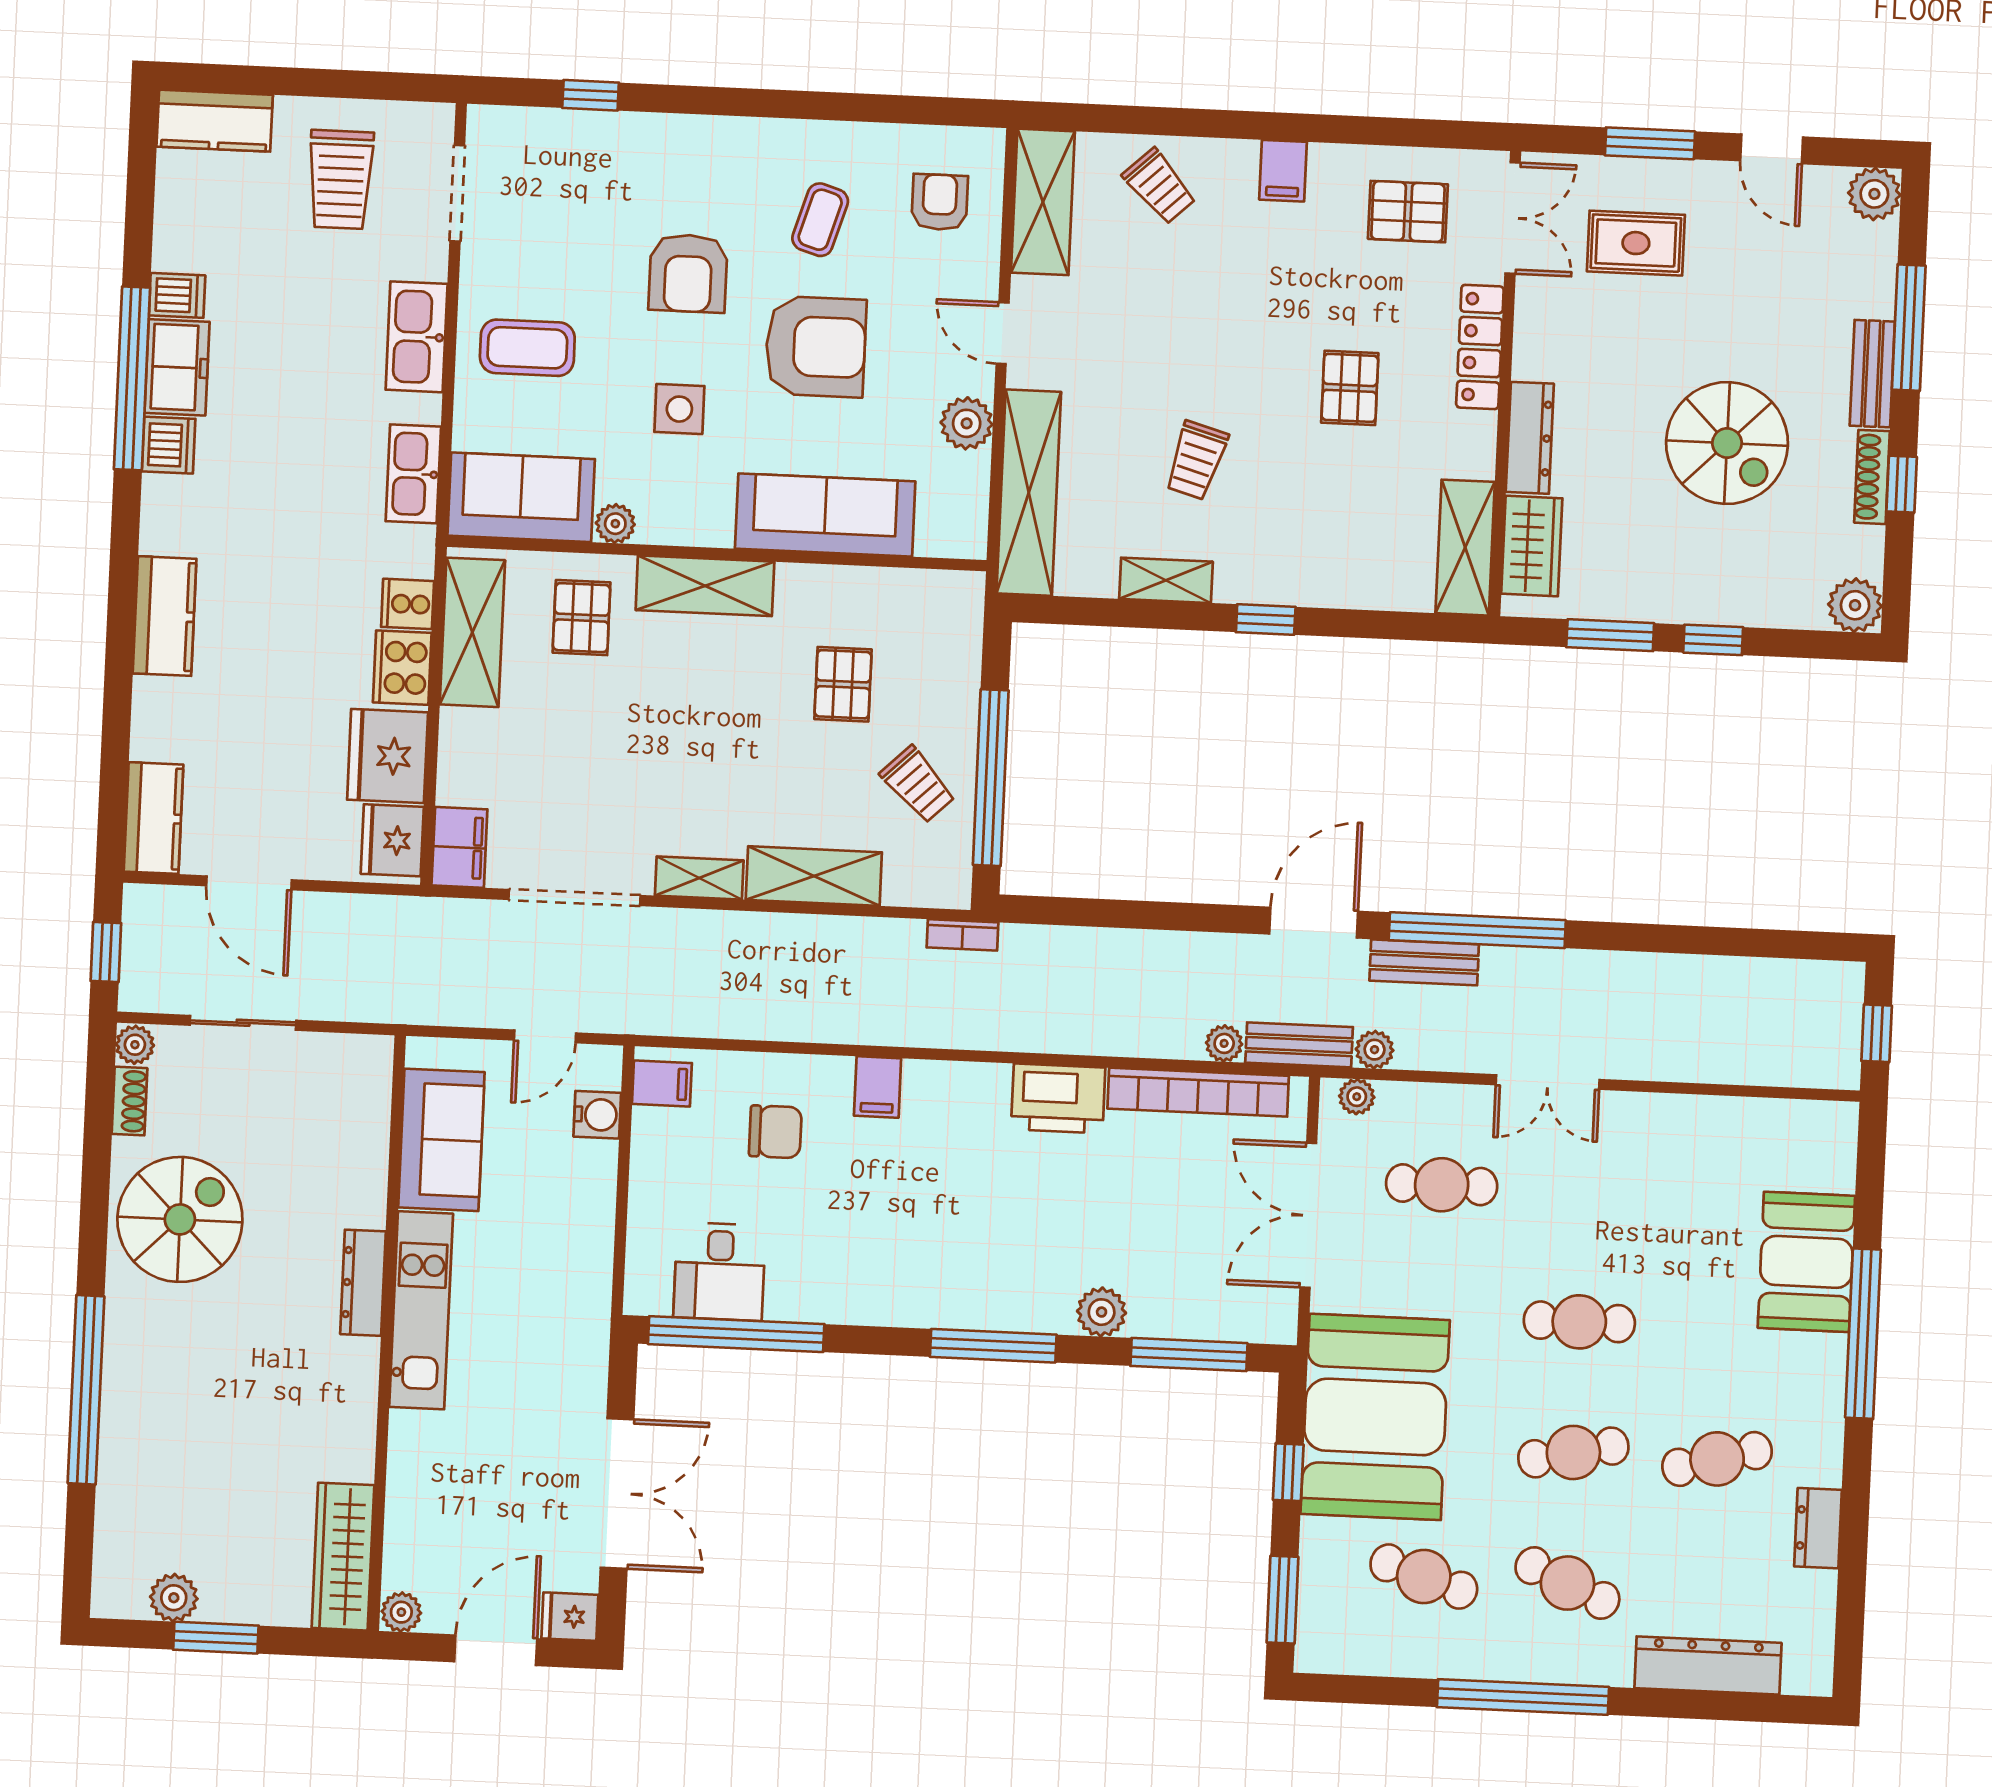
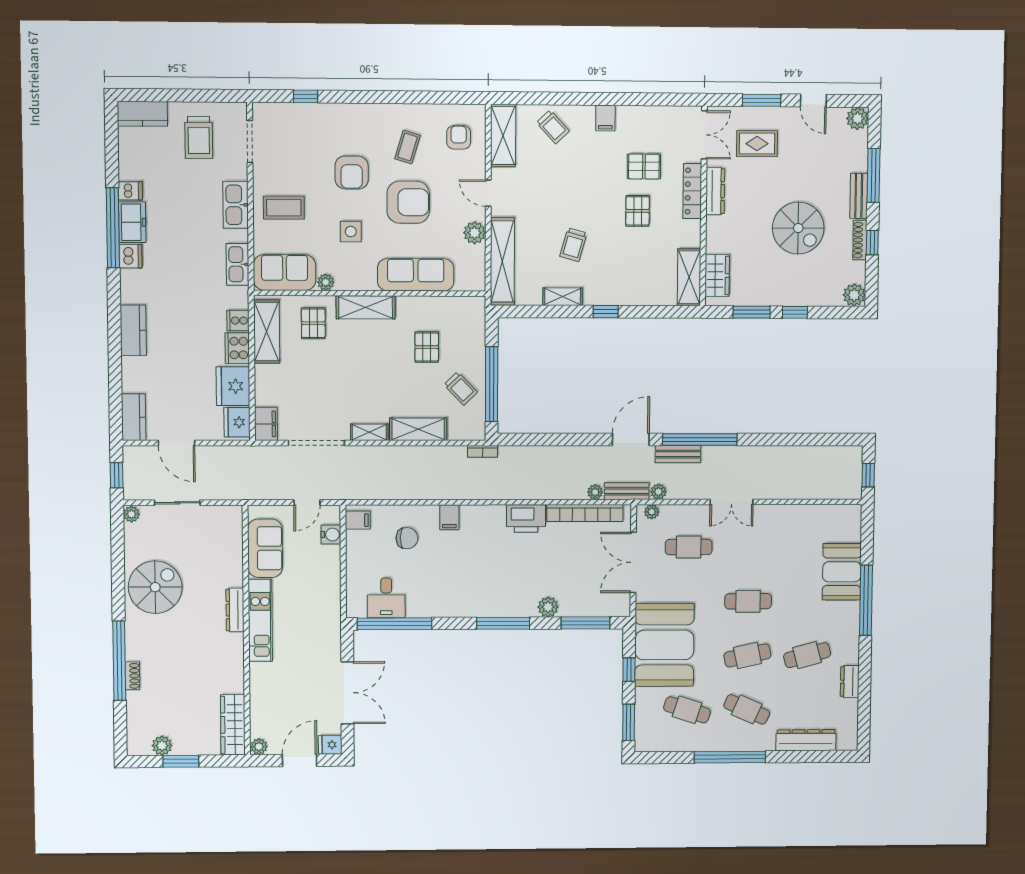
pallet: (1408, 212) -> (644, 167), moved
dresser: (1530, 438) -> (715, 191), moved
shoe rack: (130, 1101) -> (133, 676), moved

